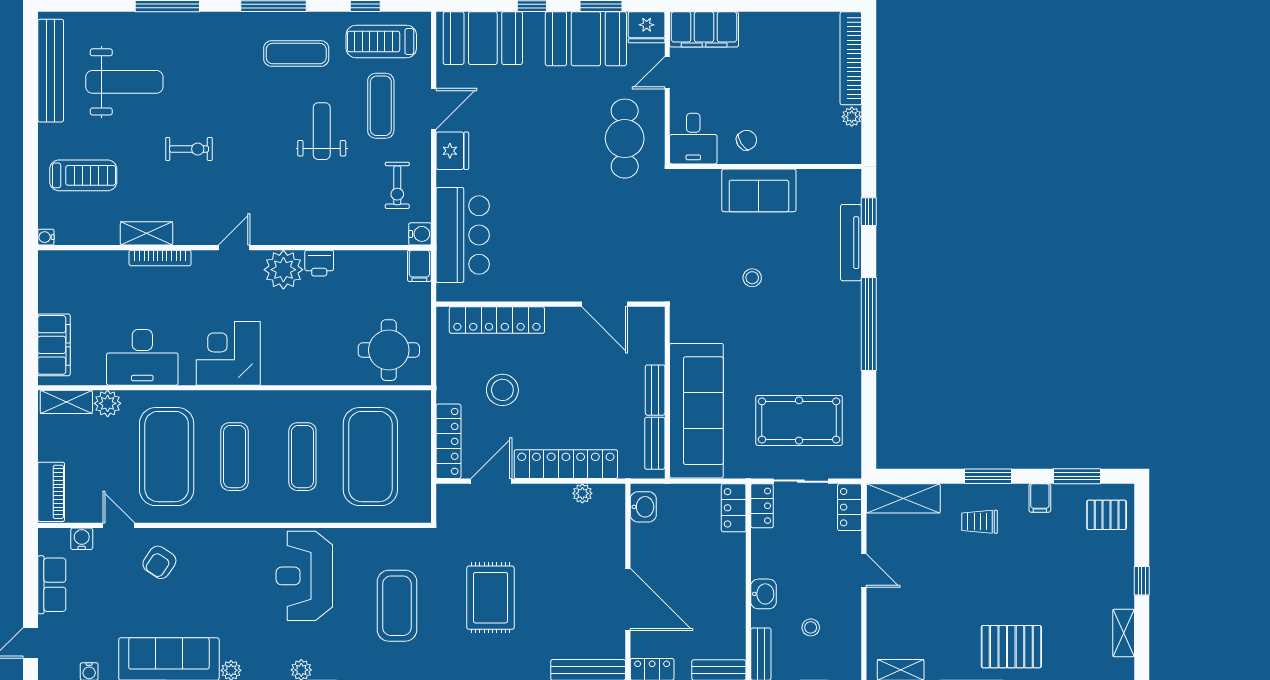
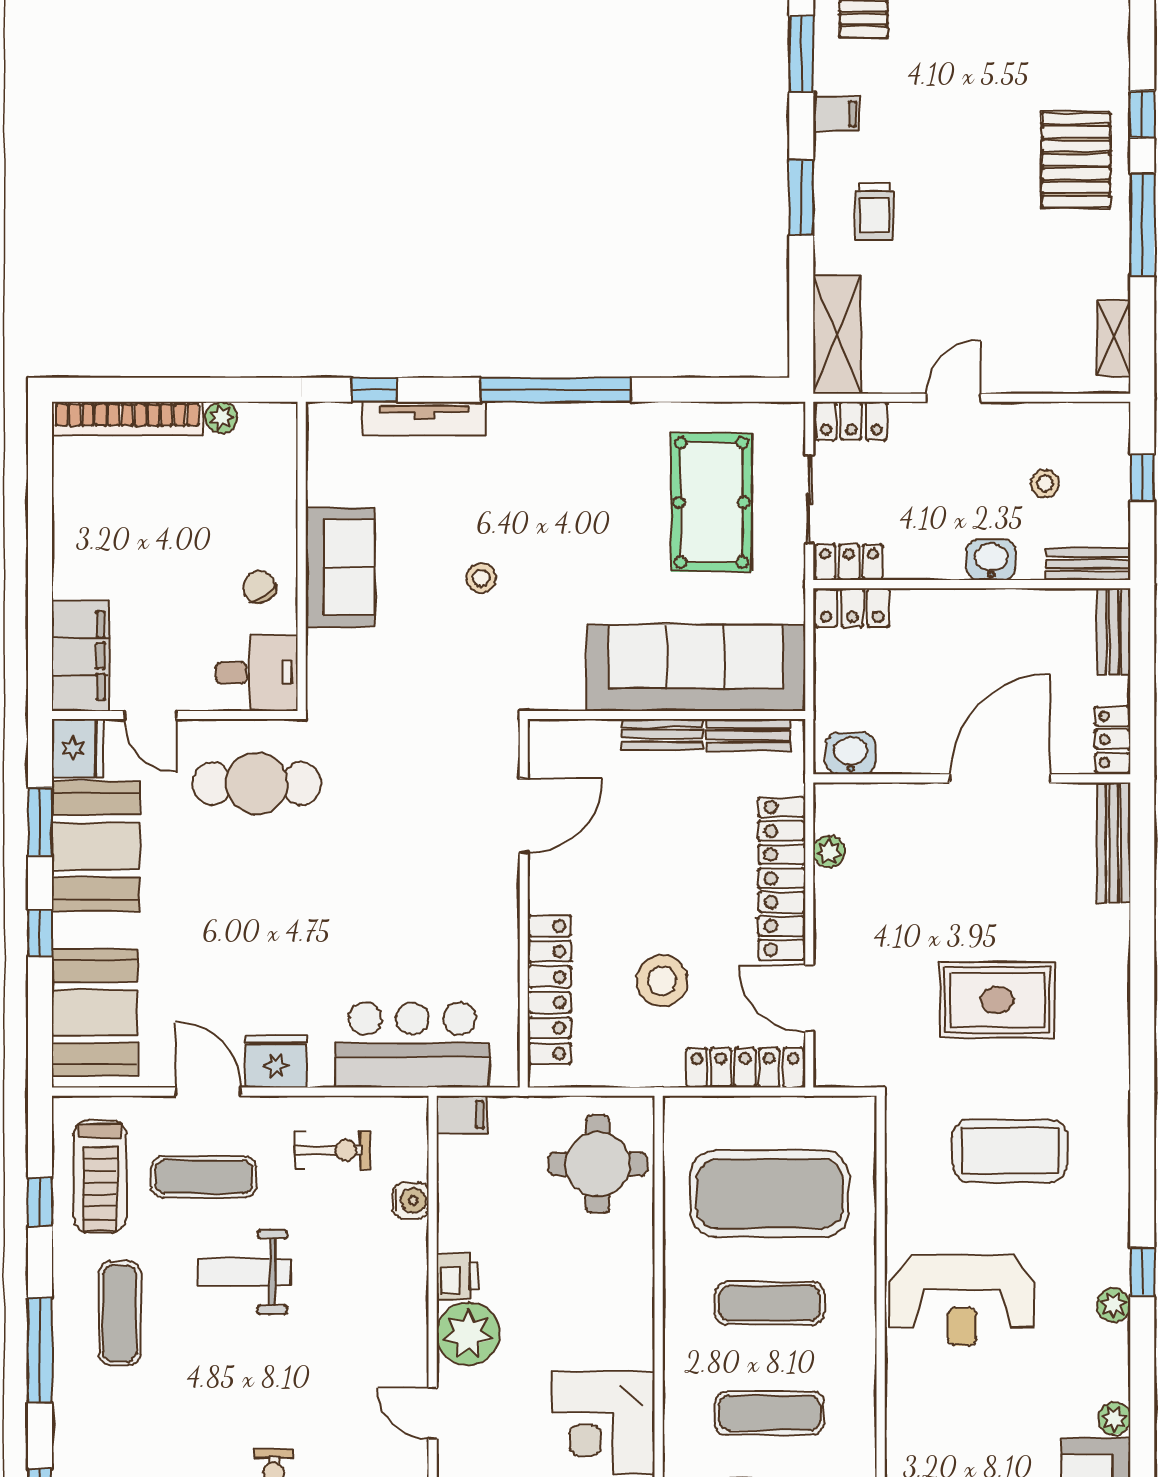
water cooler: (420, 234) -> (410, 1201), moved, turned 90

